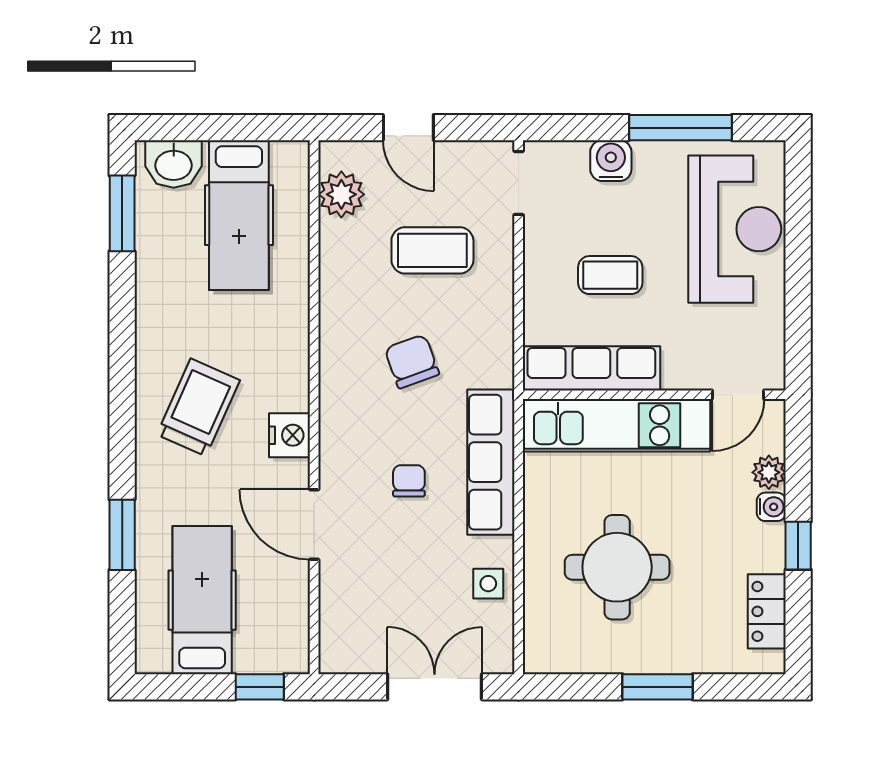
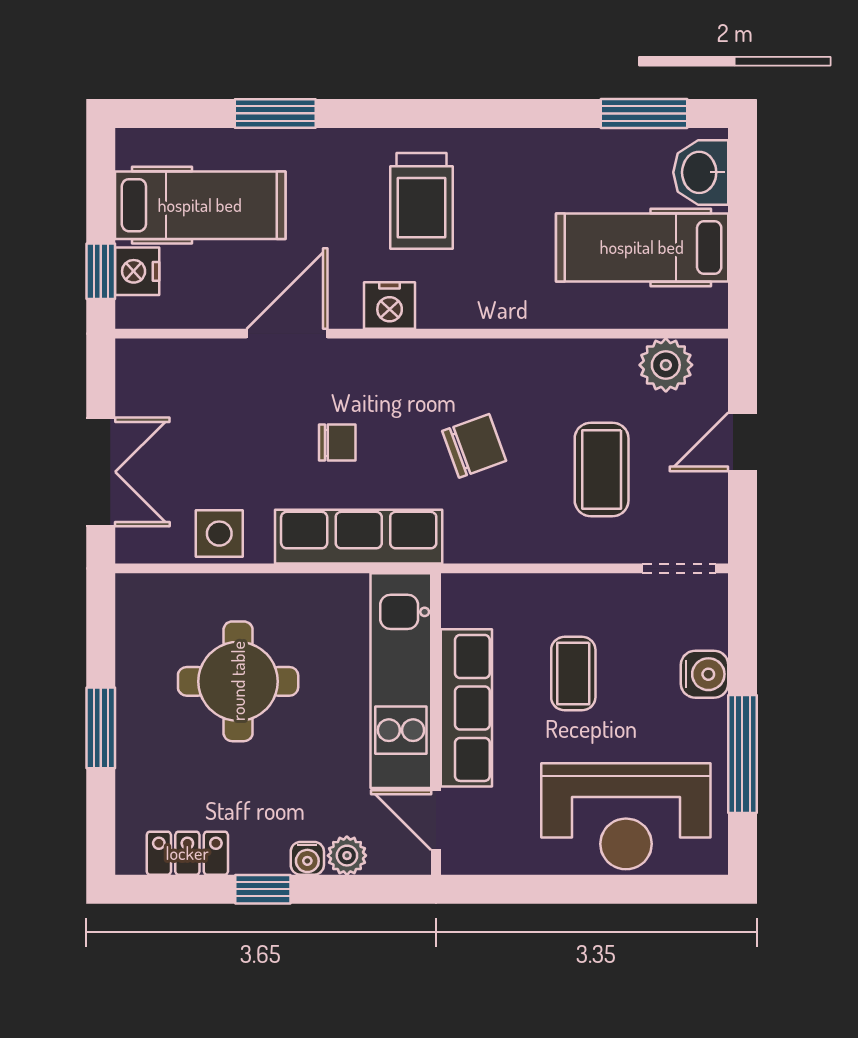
row of seats: (591, 368) -> (466, 708), moved
trolley: (198, 407) -> (421, 201), turned 66
side table: (488, 584) -> (219, 534), width x1.37, depth x1.37
nightstand: (260, 655) -> (137, 271), added

